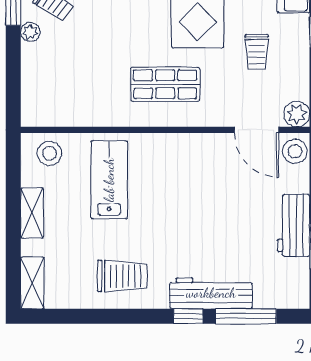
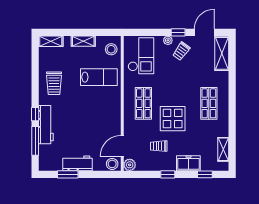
checkout: (63, 90) -> (141, 56), added

